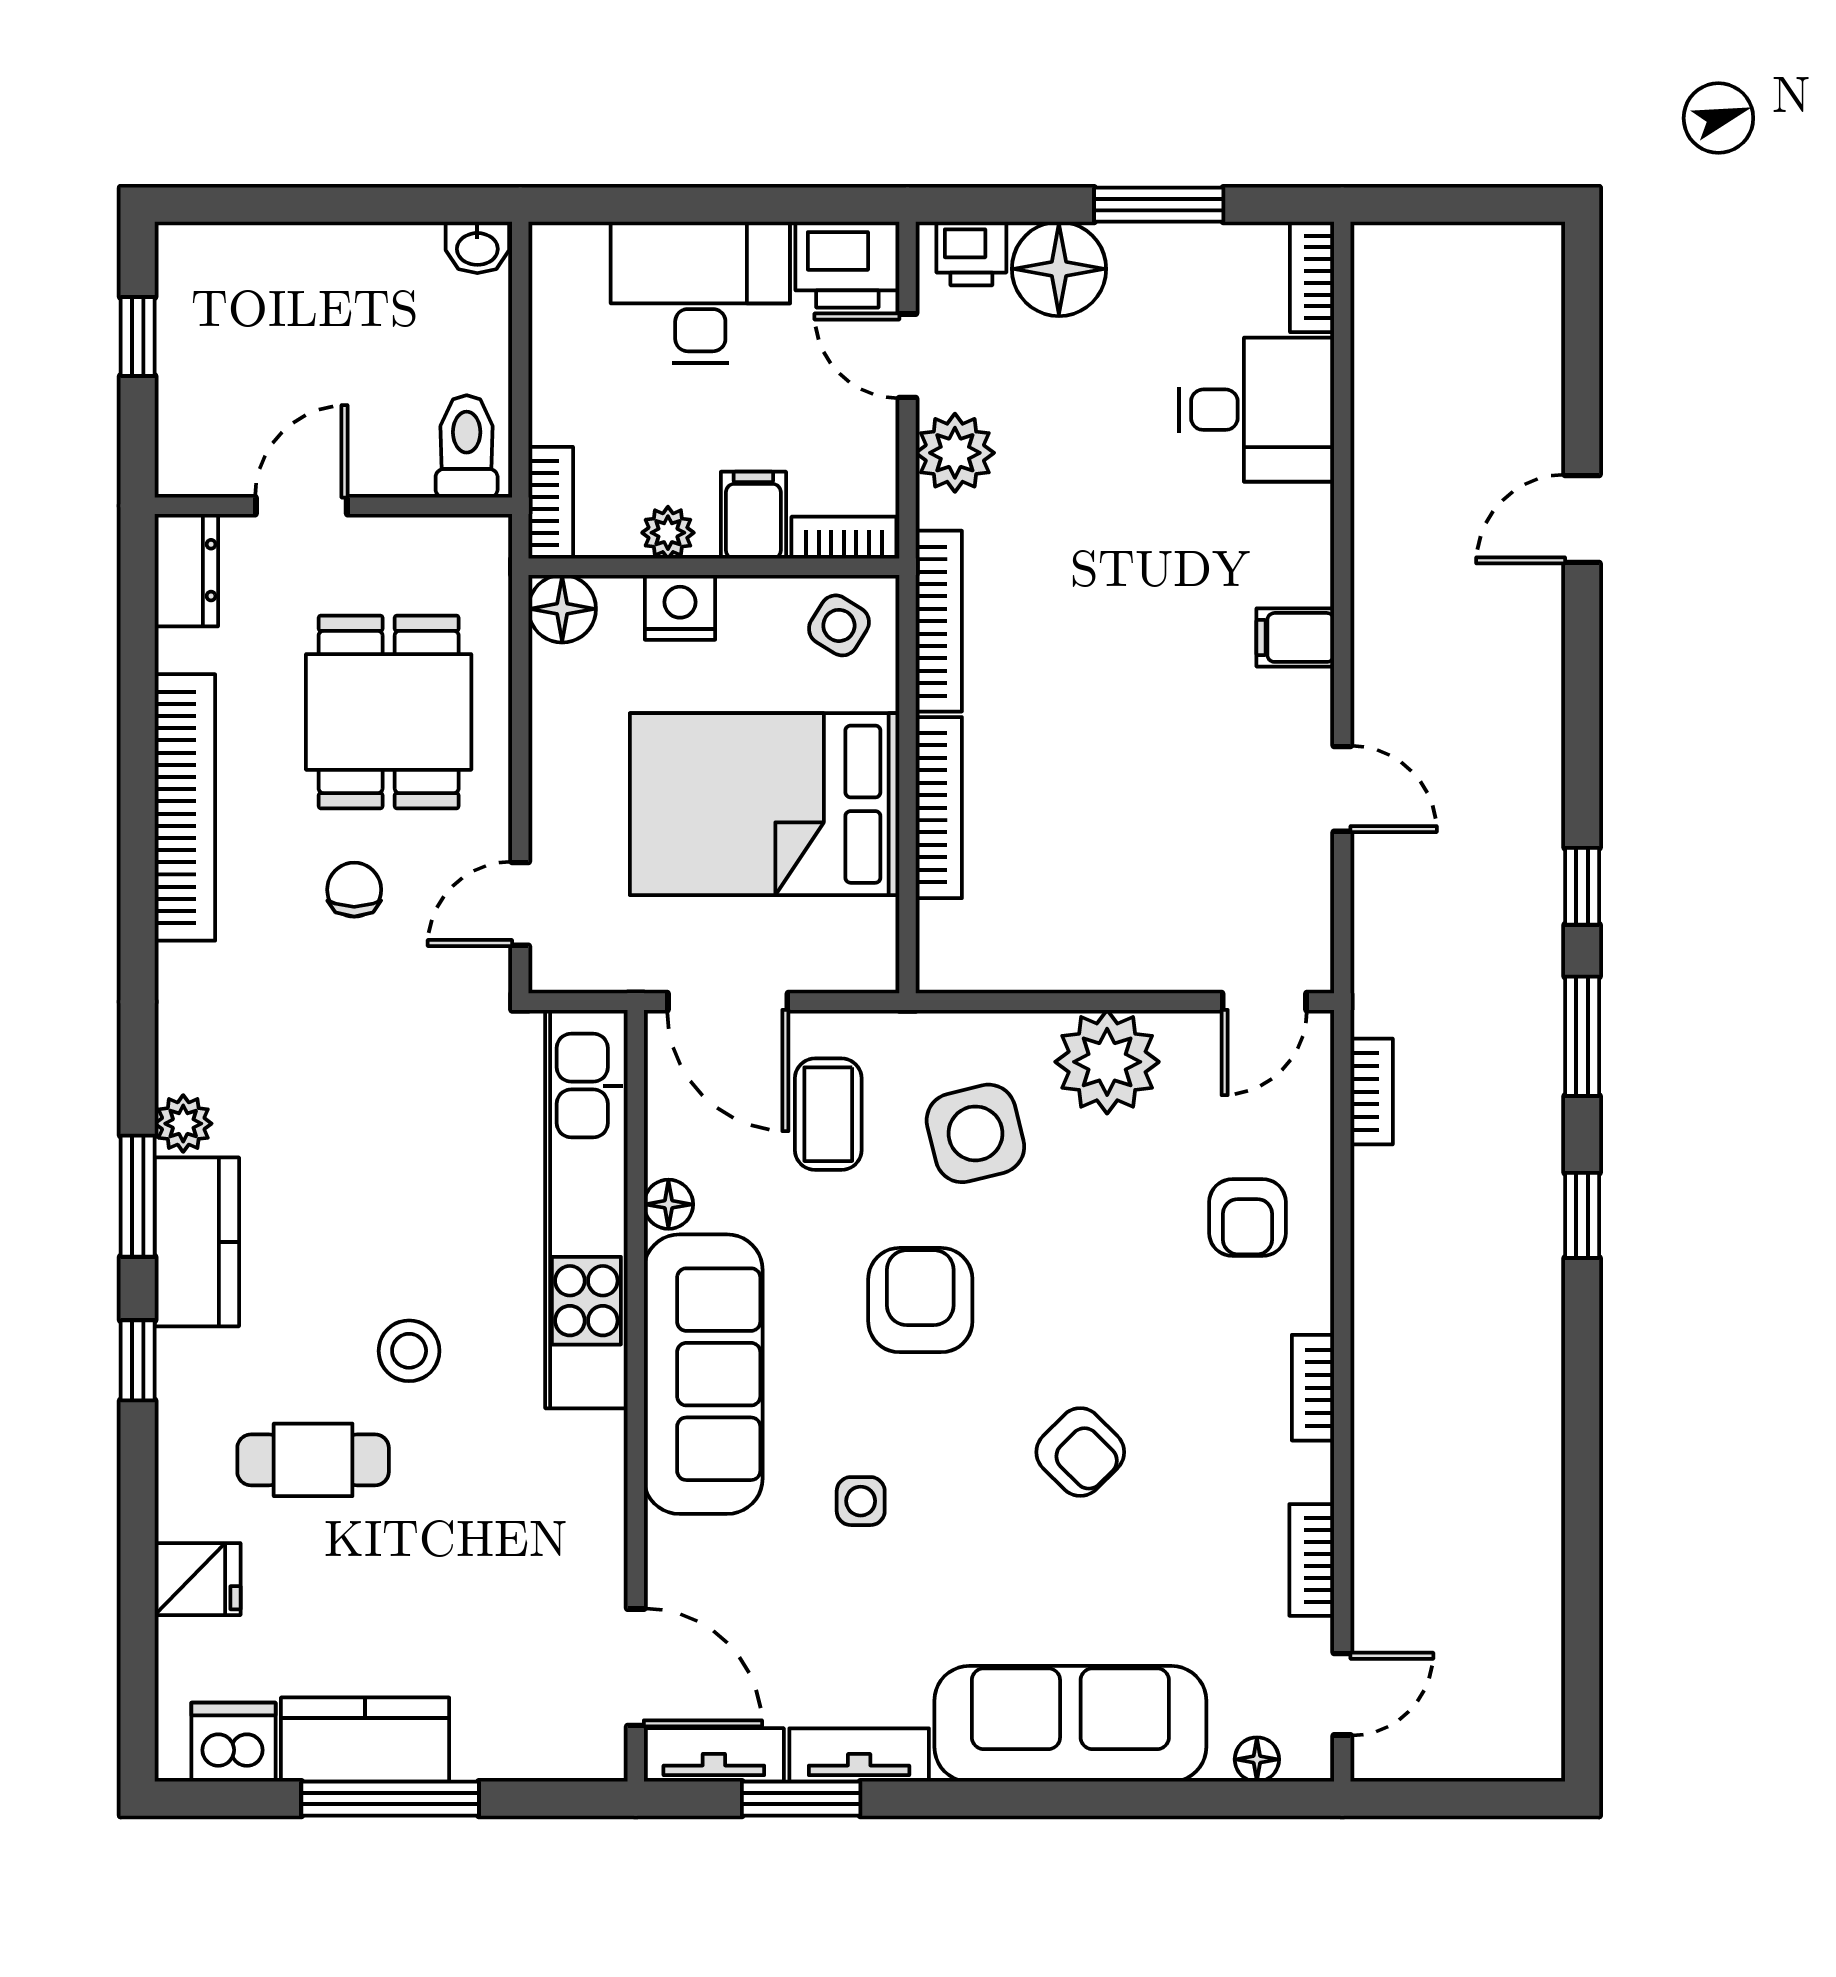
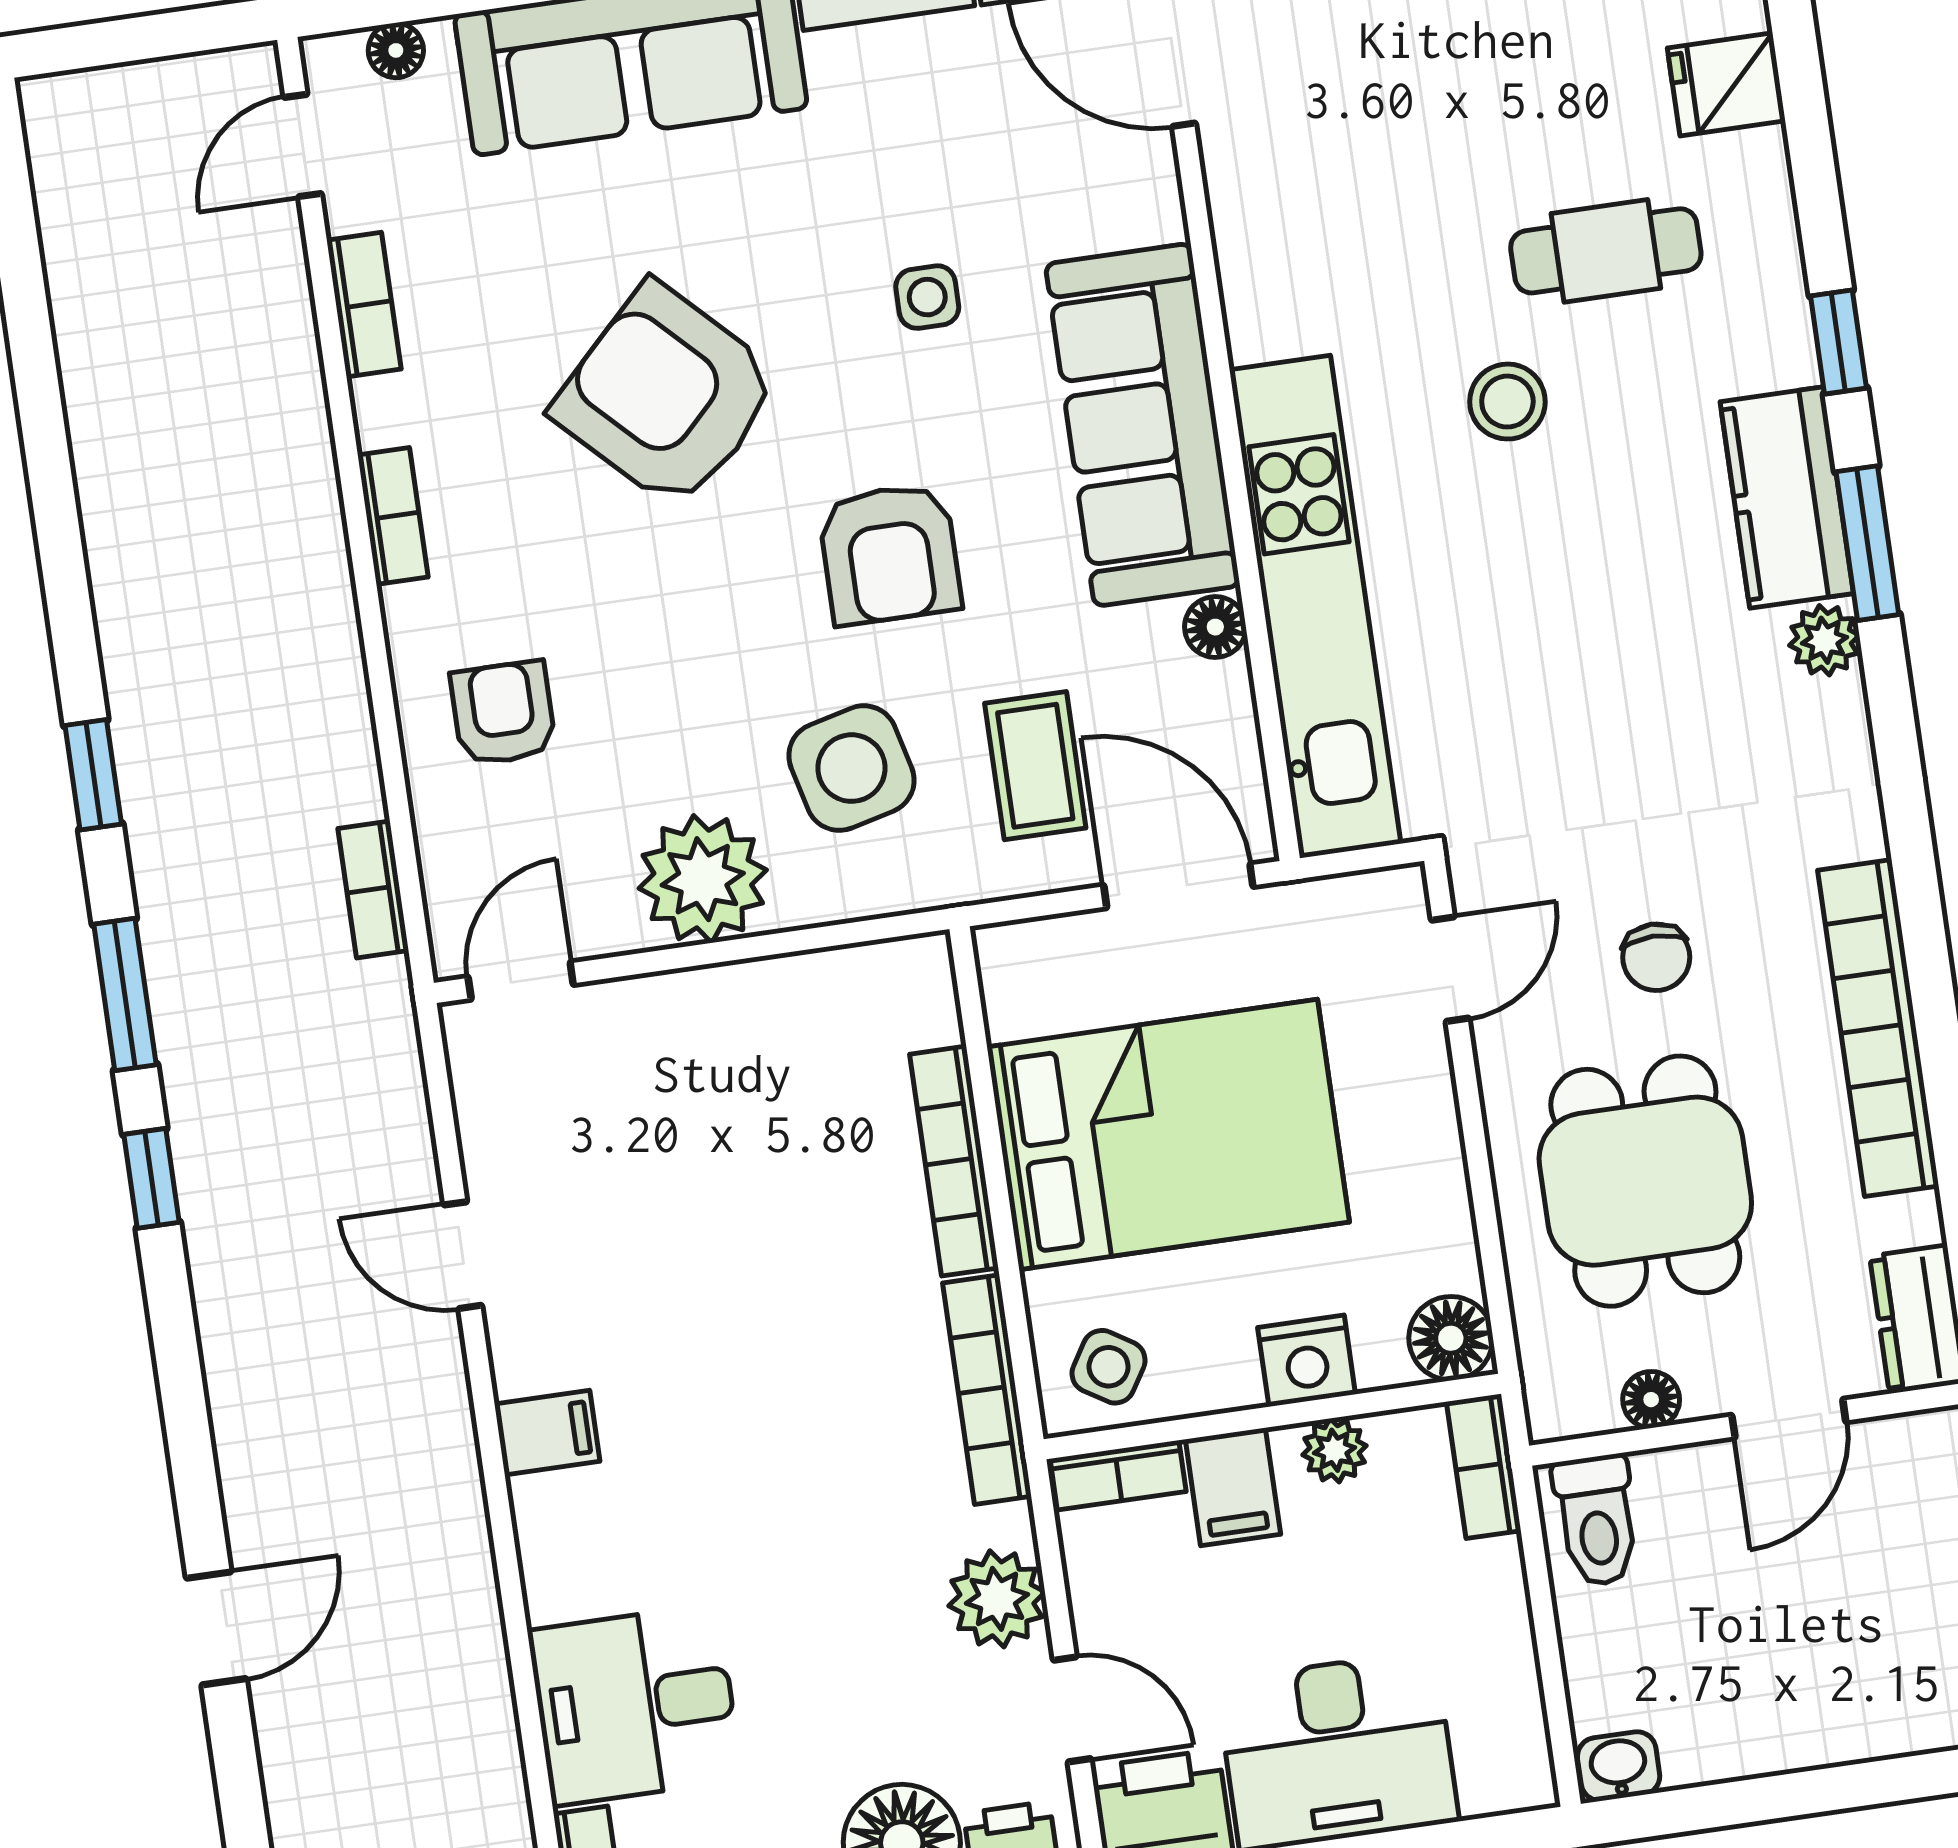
floor lamp: (409, 537) -> (1651, 1400), added
armchair: (1080, 1452) -> (667, 396), width x1.88, depth x1.88

